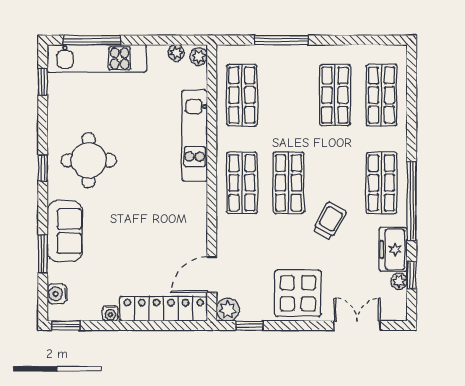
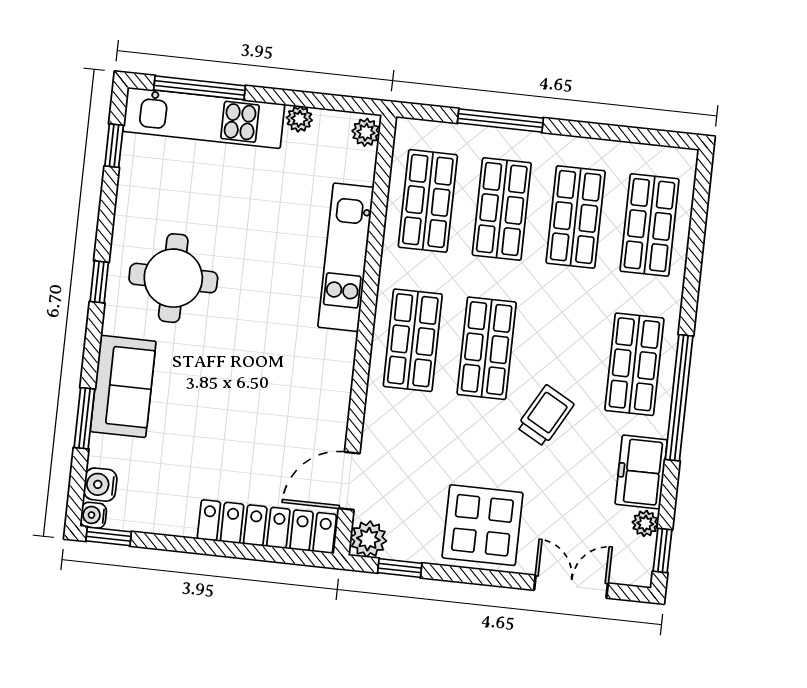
plant: (176, 53) -> (299, 119), moved
shop shelf: (288, 95) -> (502, 209), added
window: (412, 275) -> (662, 551), moved
water cooler: (110, 313) -> (93, 515), moved, turned 90

